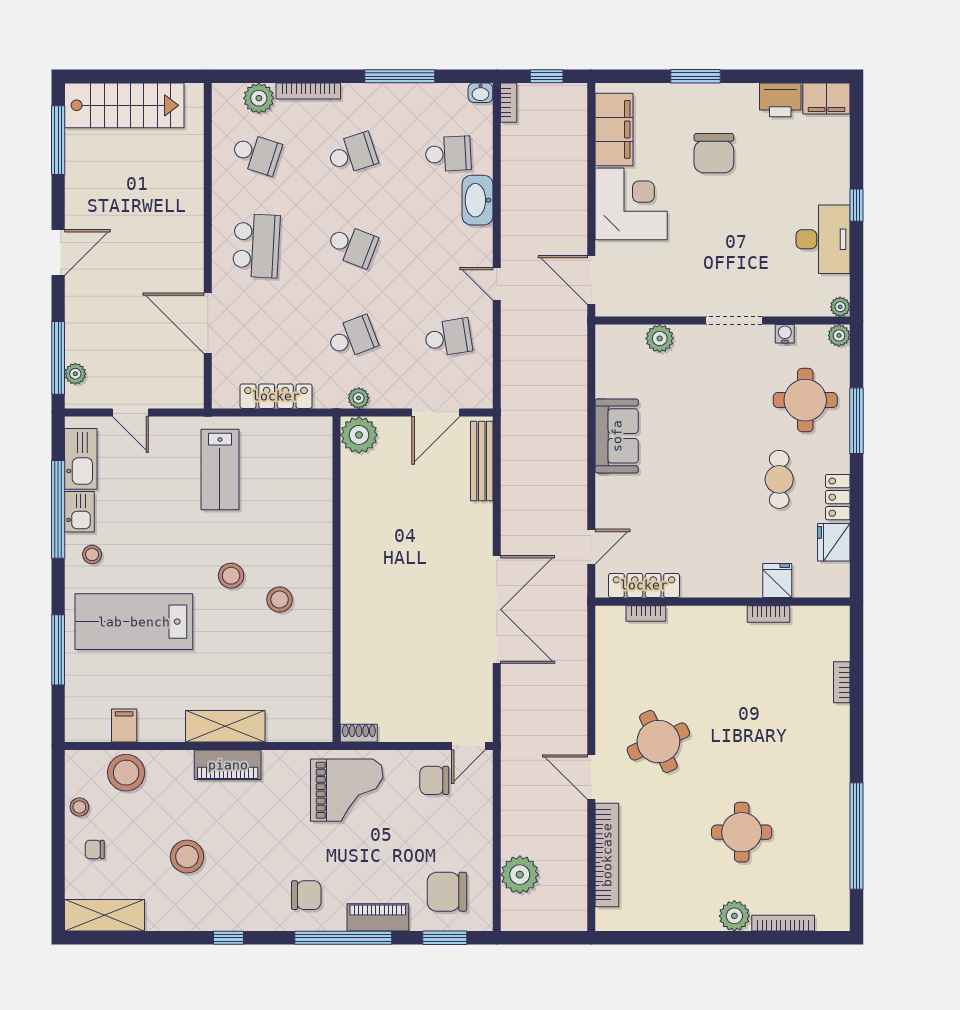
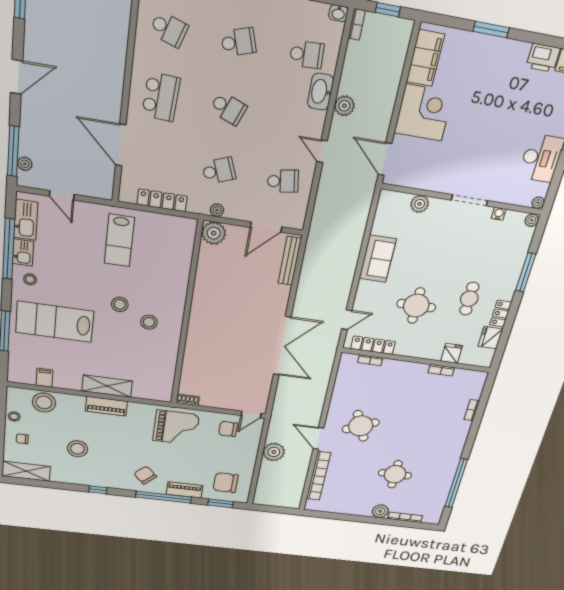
chair: (714, 153) -> (488, 87), removed
plant: (515, 214) -> (344, 106), added
round table: (805, 400) -> (416, 306), moved
plant: (520, 875) -> (274, 452), moved
chair: (306, 895) -> (145, 475), turned -133

